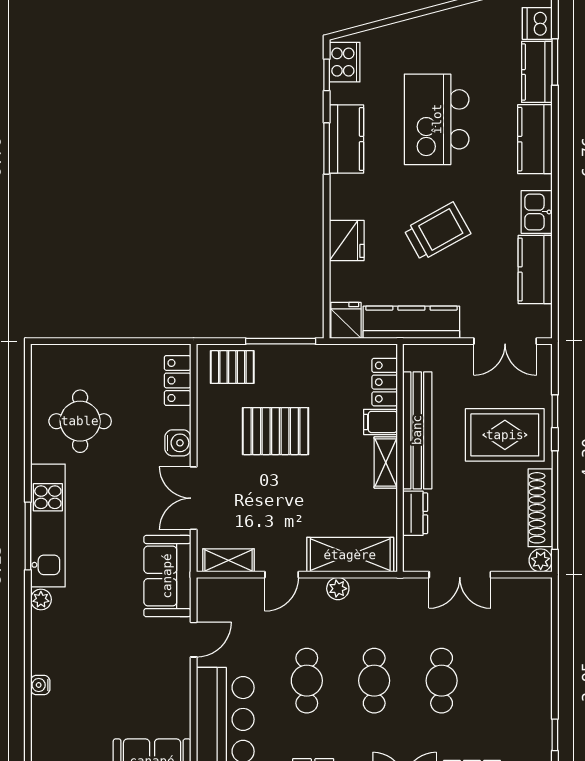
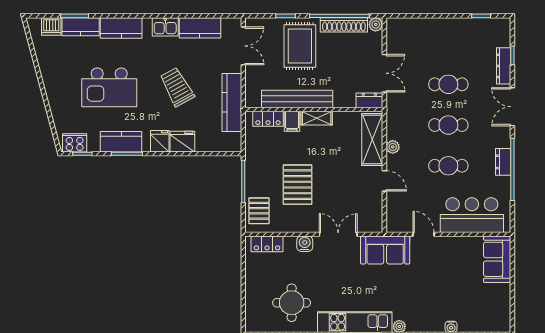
fridge: (346, 320) -> (160, 141), moved, turned 90
double door: (194, 498) -> (338, 234), swing flipped
dresser: (415, 513) -> (369, 100), moved
shelving: (229, 560) -> (376, 213), removed

